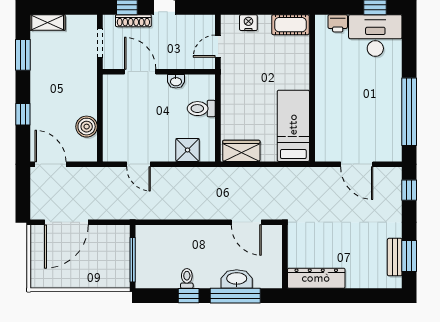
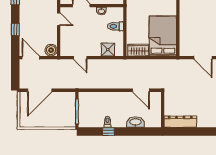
door: (100, 96) -> (59, 19), added
bed: (293, 126) -> (163, 36), width x1.50
boiler: (87, 127) -> (51, 50), moved
window: (235, 296) -> (135, 132), removed

